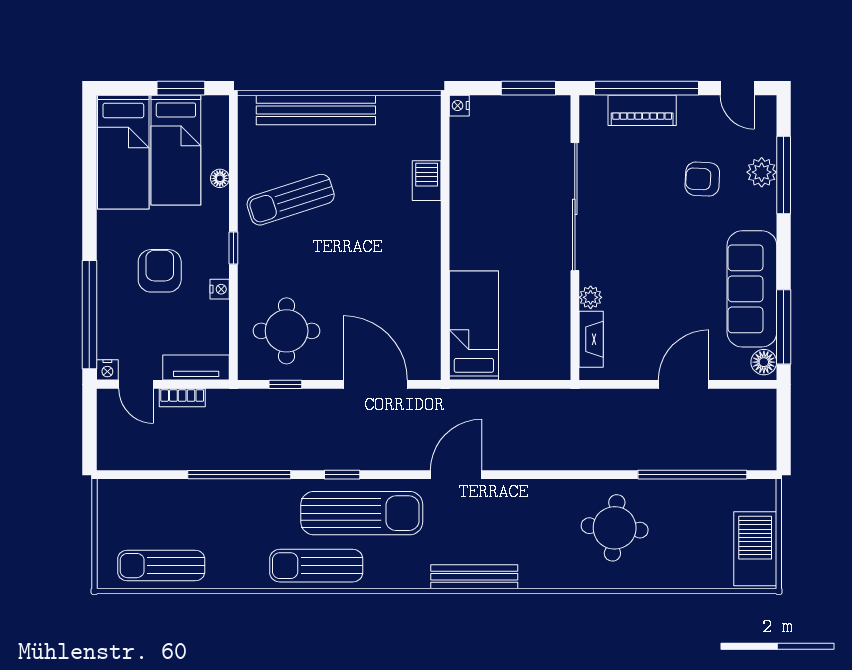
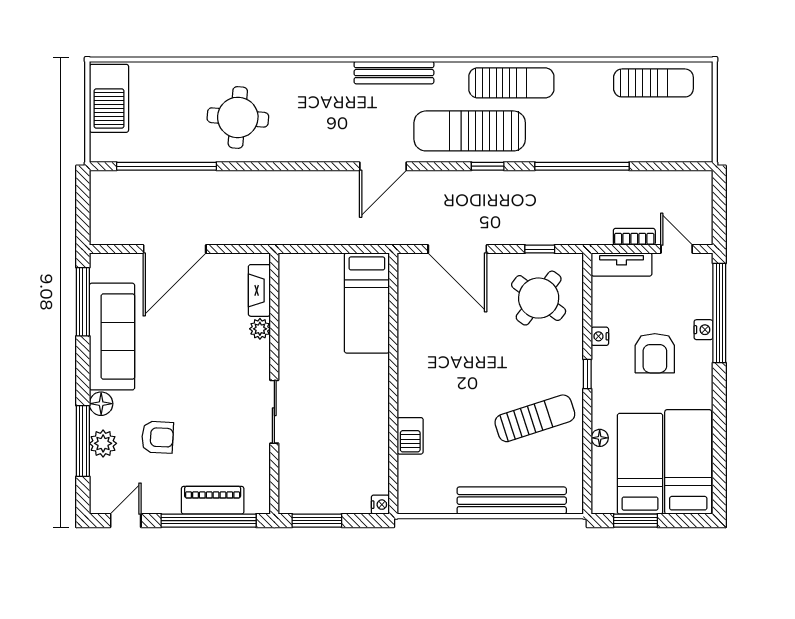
door: (737, 88) -> (126, 521), hinge flipped
sliding door: (575, 207) -> (274, 412), width x0.54
round table: (287, 331) -> (539, 298), turned 37
floor lamp: (764, 362) -> (101, 404), moved
nightstand: (107, 370) -> (703, 330), moved, turned 90
door: (684, 384) -> (175, 249), width x1.36
bench: (474, 577) -> (394, 73), moved

